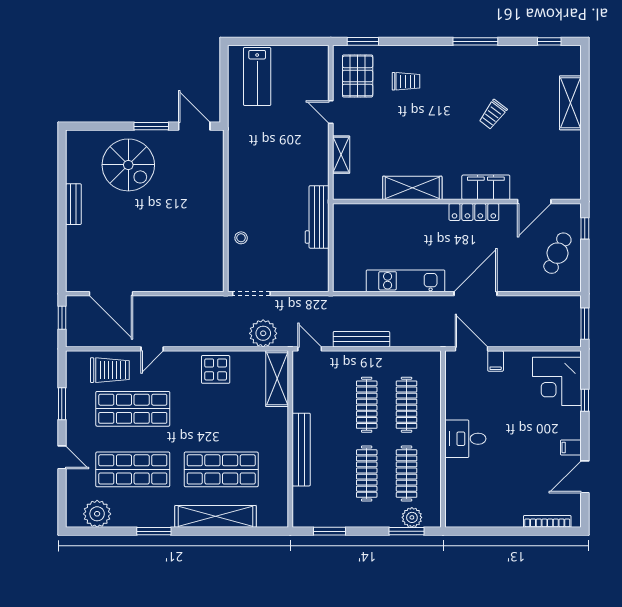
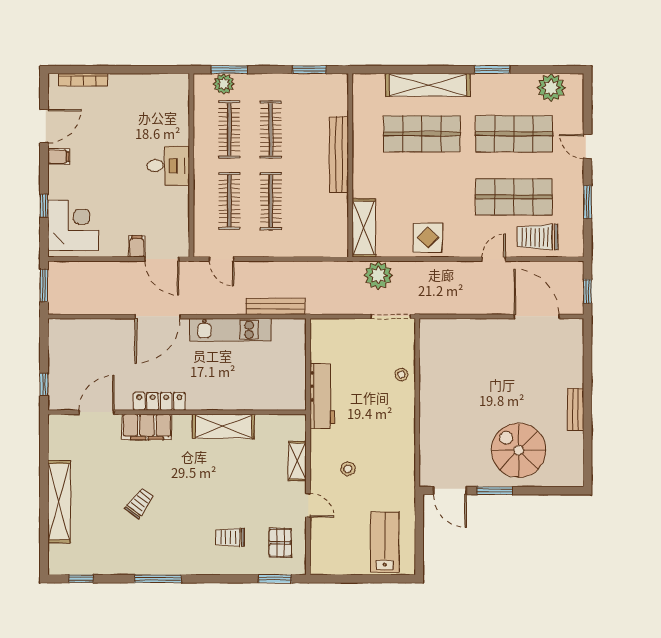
pallet: (358, 76) -> (280, 543), width x0.67, depth x0.71
shelving: (570, 103) -> (59, 502), width x1.47
stool: (293, 147) -> (348, 469), added
cafe table: (557, 253) -> (72, 359), removed
bench: (361, 339) -> (276, 306), moved
door: (310, 349) -> (222, 259), moved

